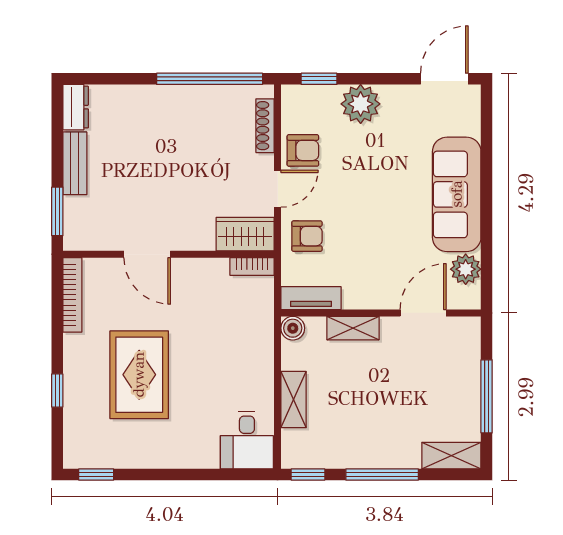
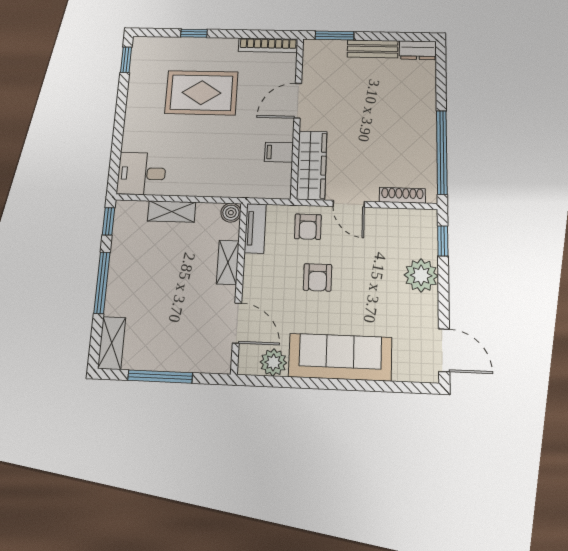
armchair: (303, 150) -> (318, 277), moved
wardrobe: (245, 234) -> (312, 165), width x1.50
bookcase: (252, 266) -> (284, 182), removed
filing cabinet: (215, 275) -> (279, 152), added

